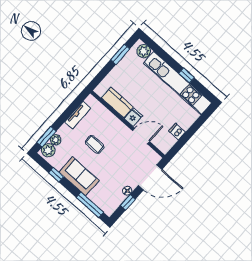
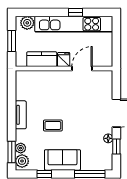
kitchen counter: (117, 102) -> (42, 59), moved
fridge: (133, 117) -> (64, 59), moved
wall: (128, 124) -> (64, 69), moved
dishwasher: (177, 132) -> (106, 61), removed
door: (141, 136) -> (82, 69), moved

